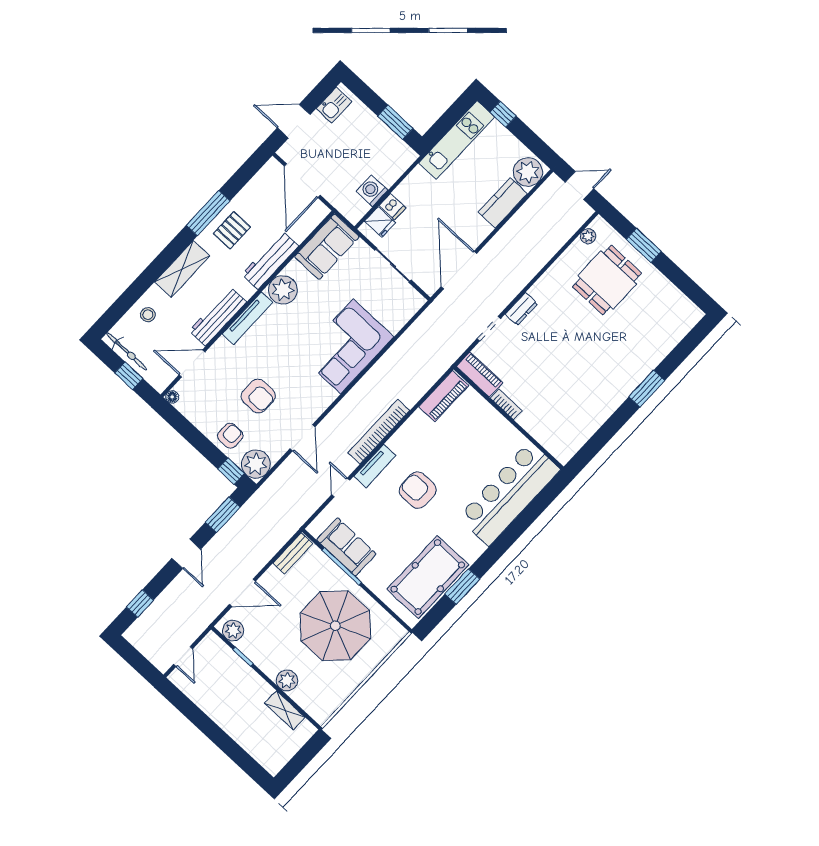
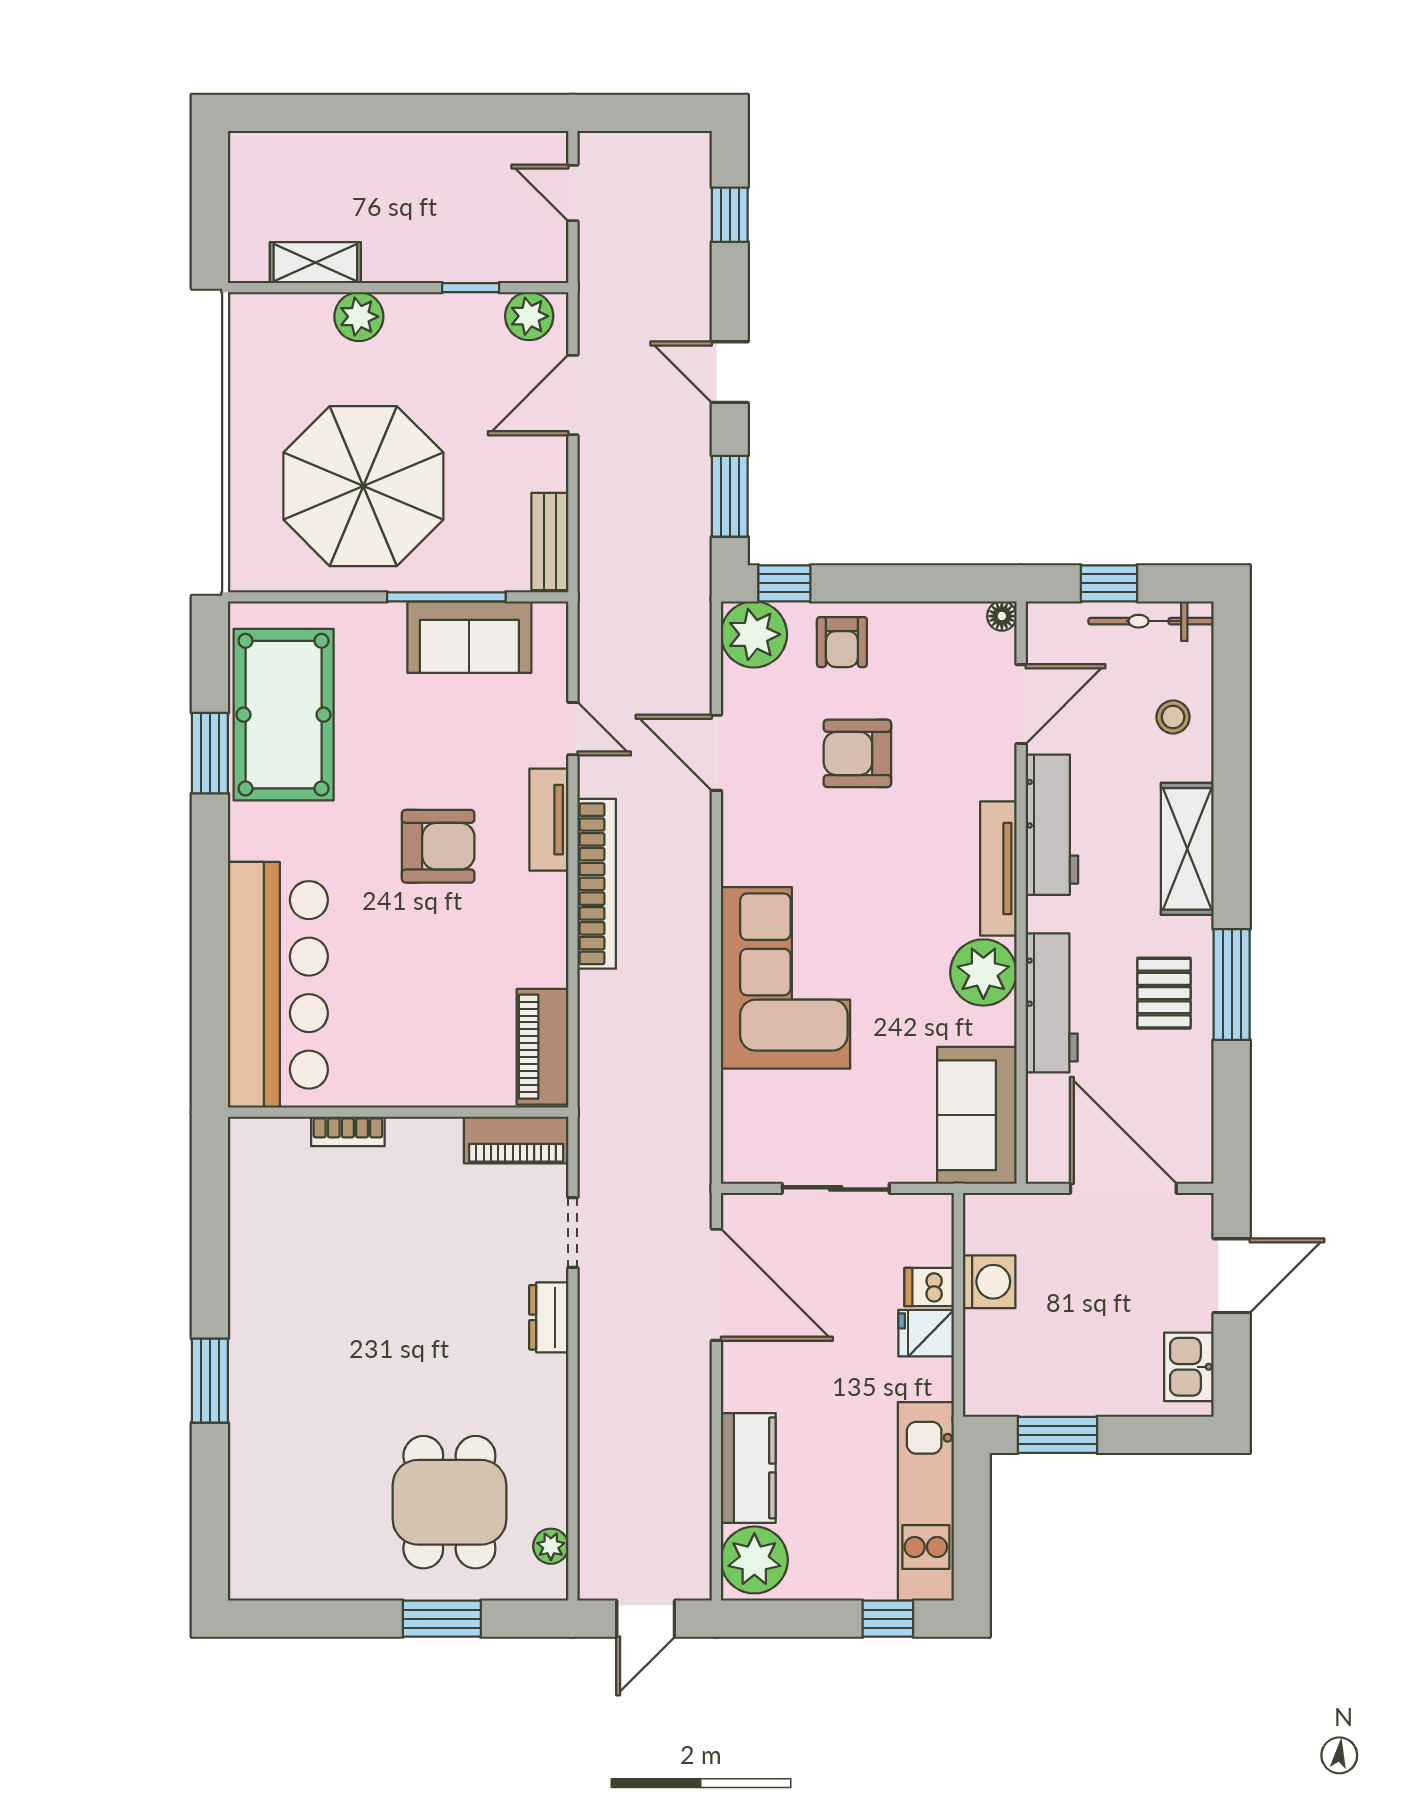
fridge: (380, 222) -> (926, 1333), moved
bookcase: (506, 404) -> (348, 1131), moved

